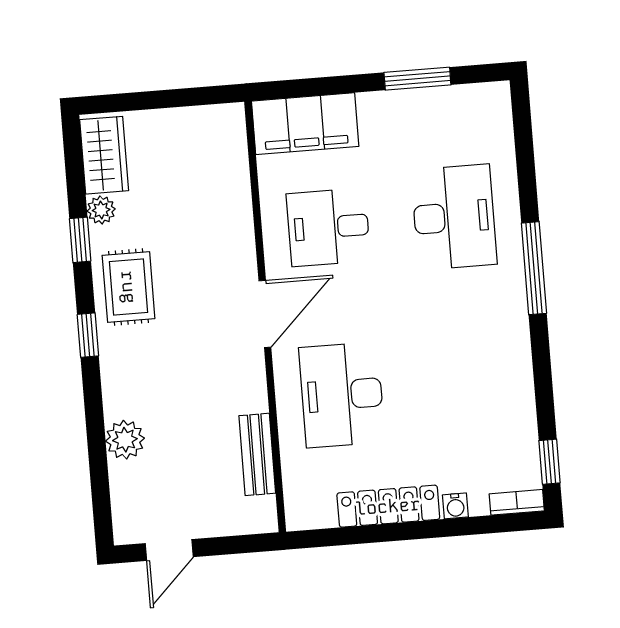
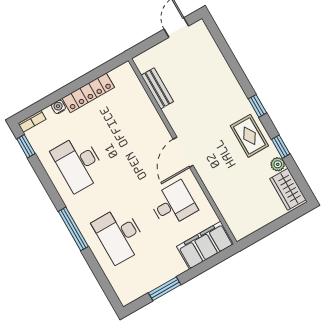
desk: (342, 395) -> (79, 163), moved, turned 180
plant: (125, 440) -> (219, 67), removed

